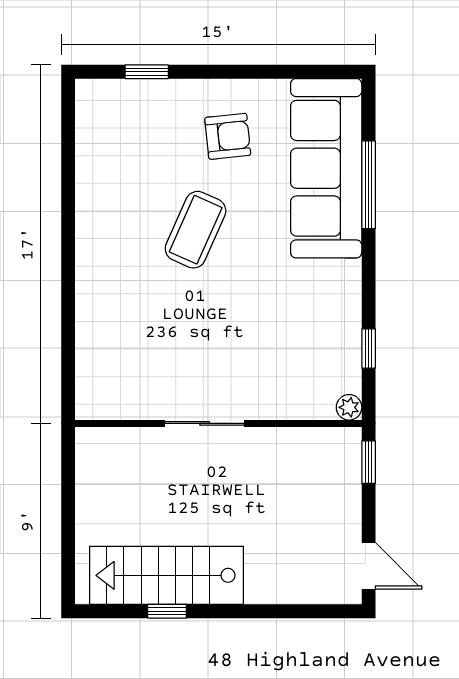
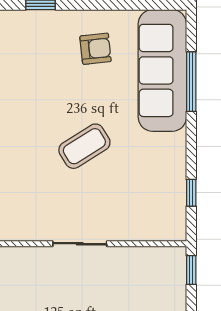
coffee table: (196, 230) -> (84, 146), moved, turned 34
plant: (349, 407) -> (178, 233), removed

